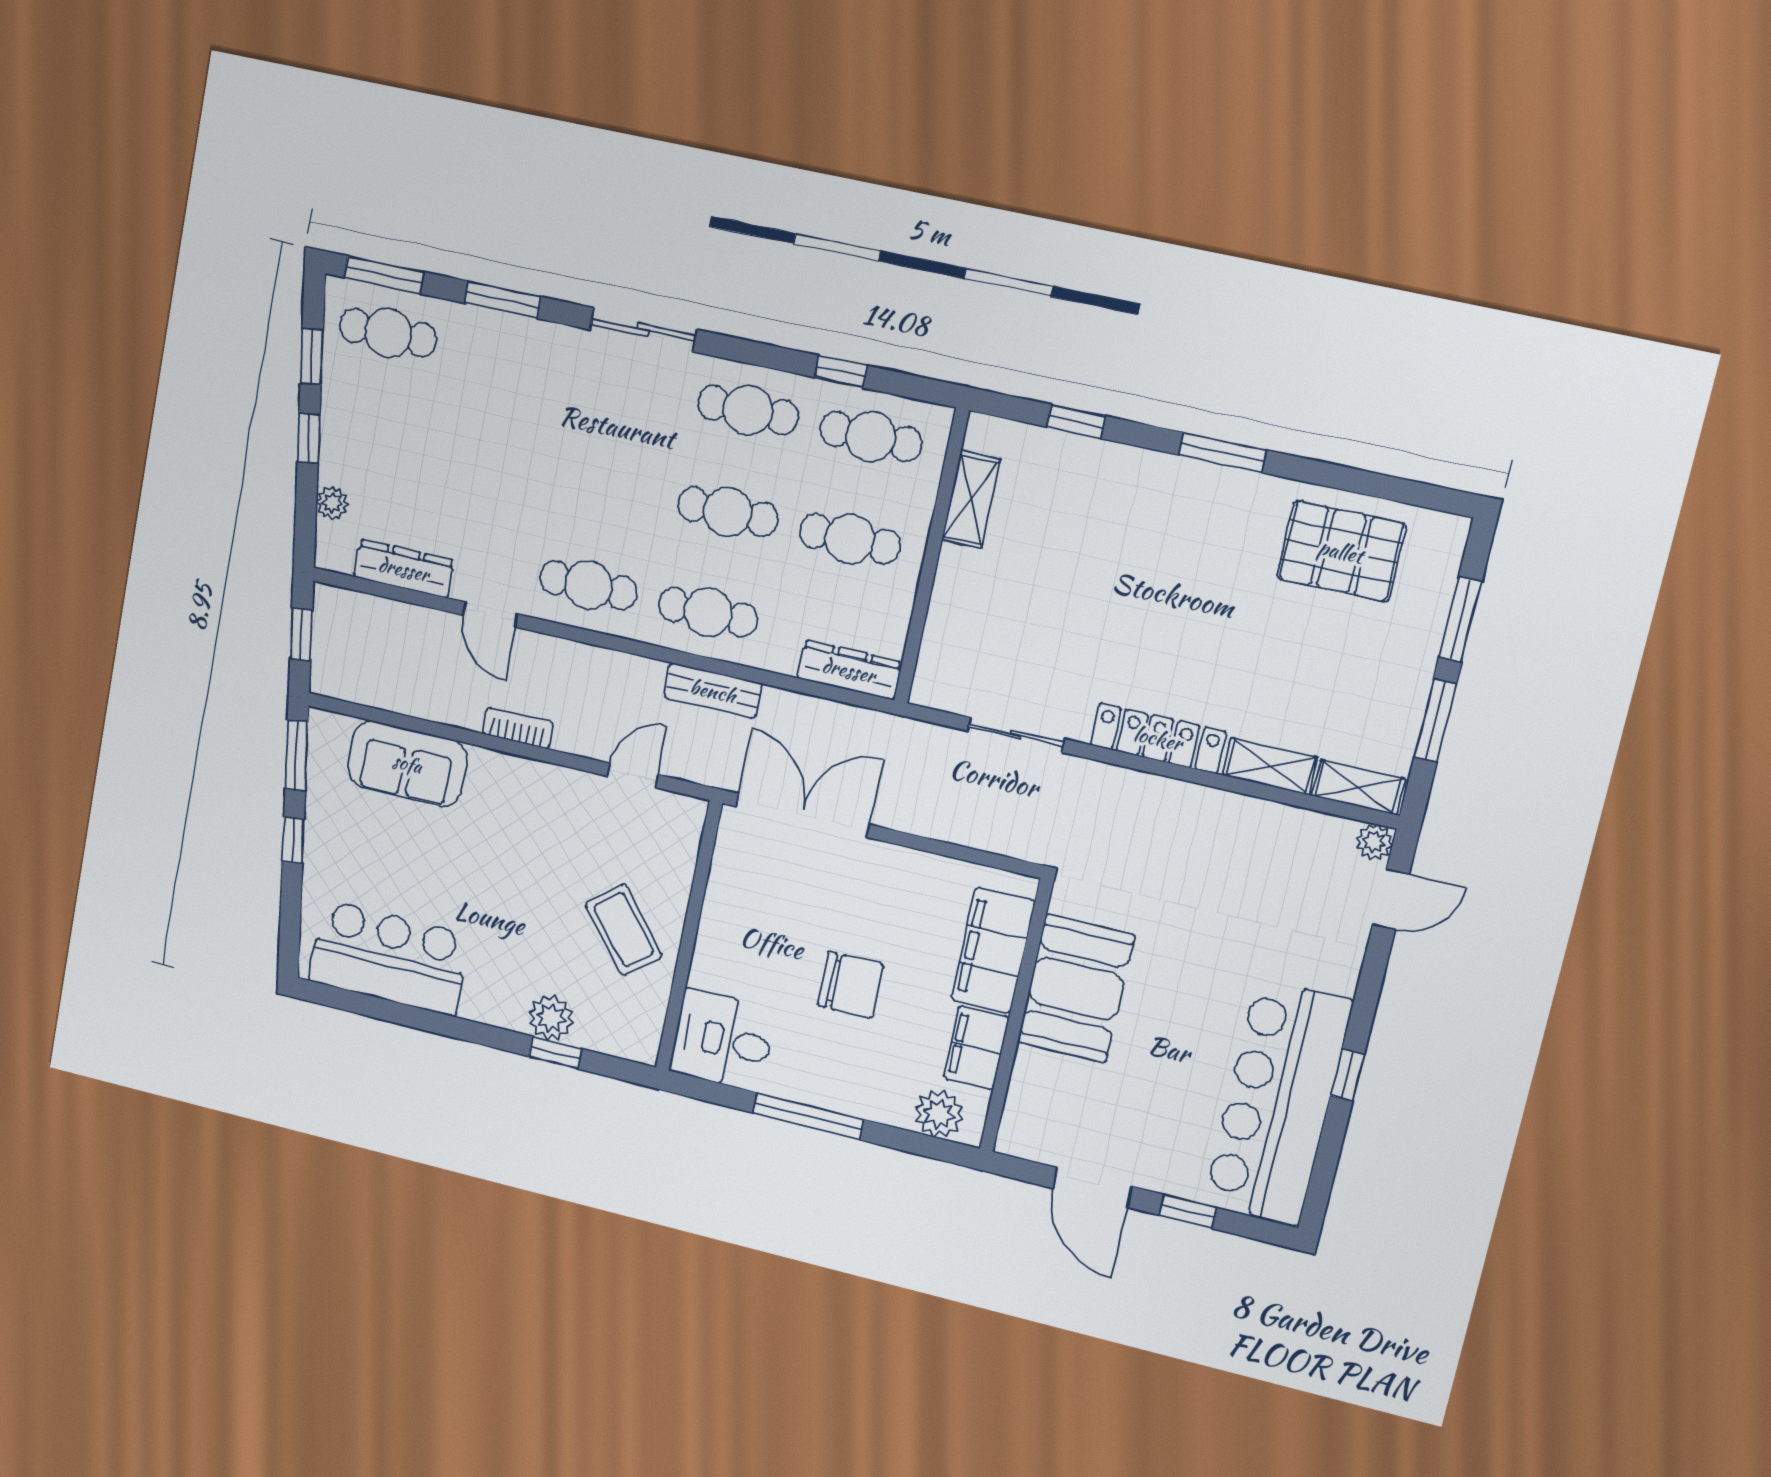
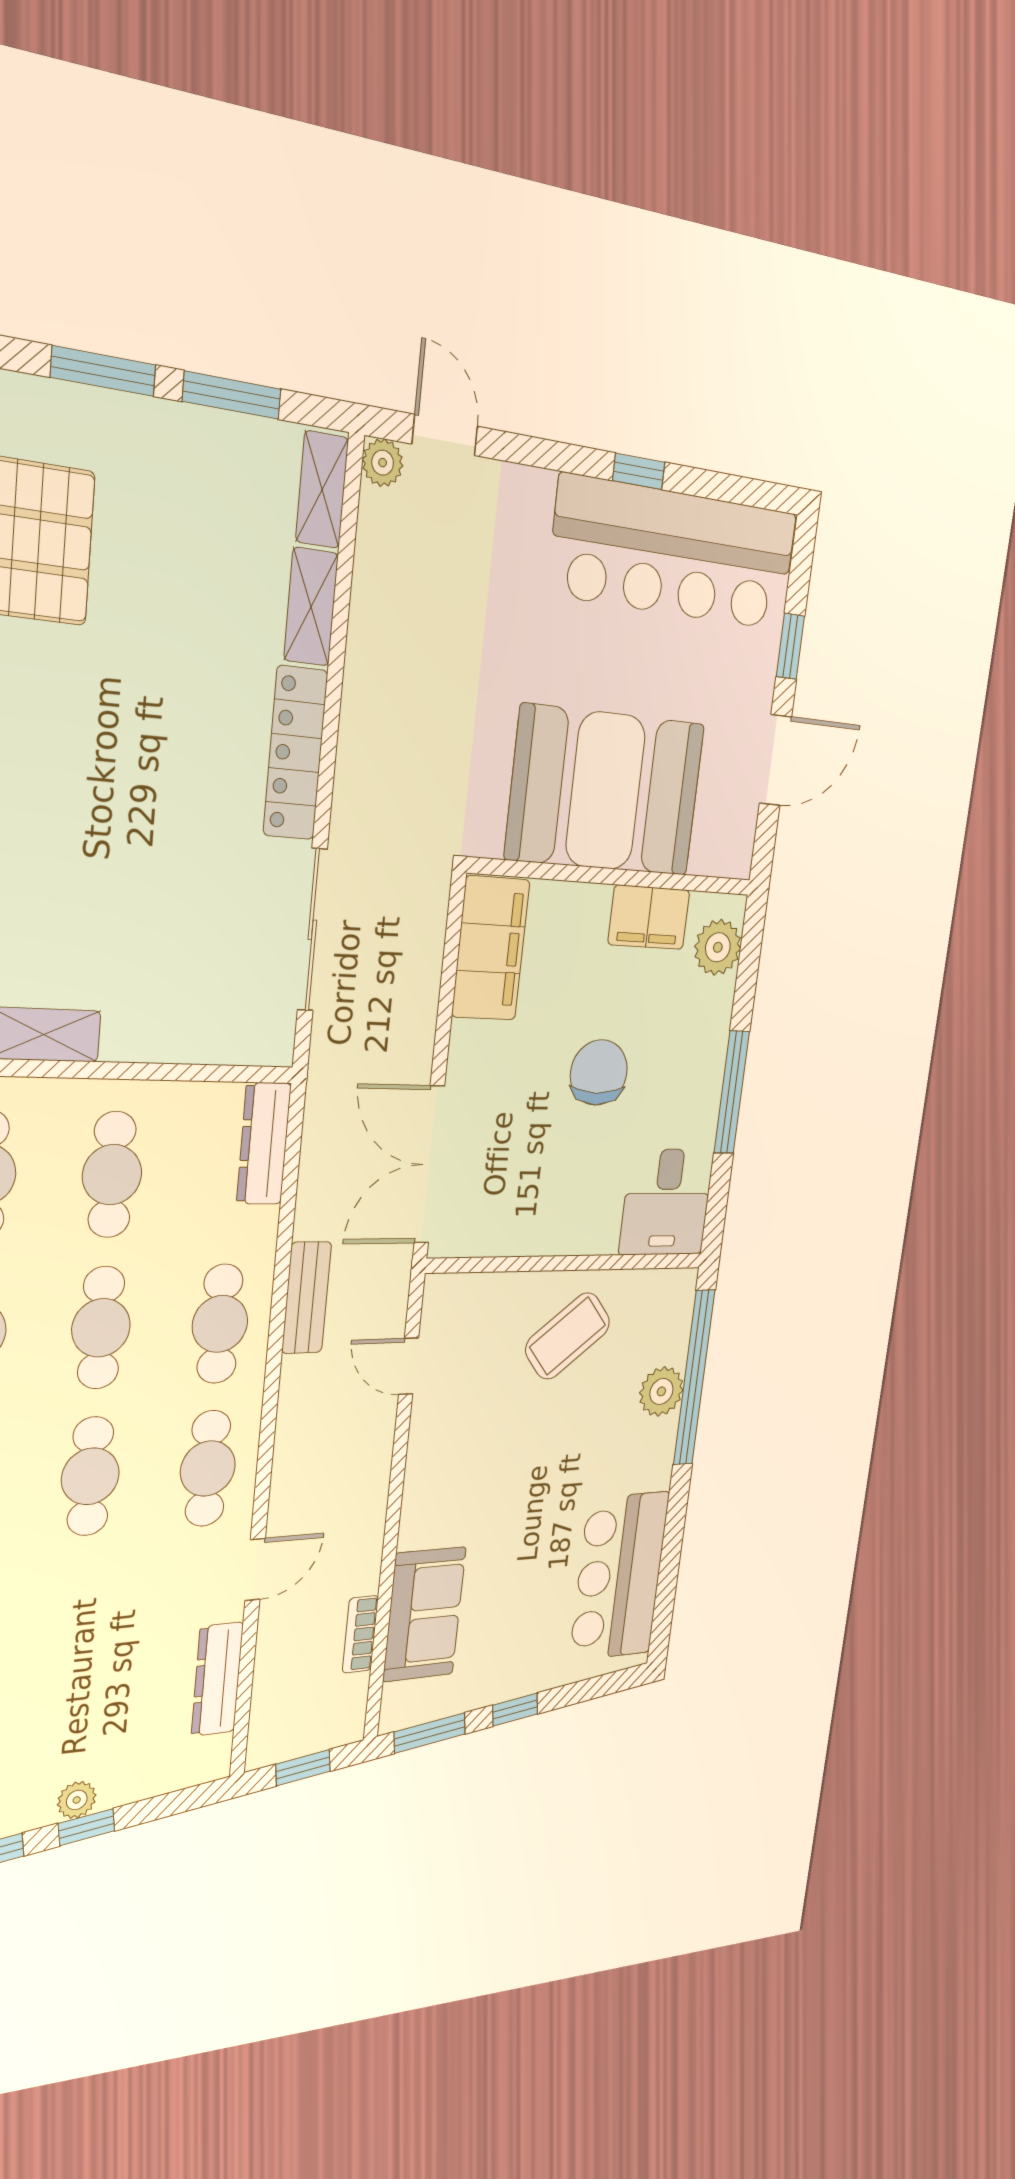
cafe table: (607, 485) -> (90, 1476), added
plant: (332, 503) -> (77, 1800), moved
bookcase: (518, 728) -> (360, 1634), moved
sliding door: (1016, 735) -> (312, 930), width x1.37
filing cabinet: (993, 950) -> (491, 948), moved, turned -90
booth: (1076, 989) -> (606, 791), width x1.36, depth x1.42
window: (555, 1053) -> (694, 1378), width x3.17

